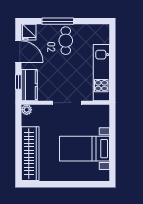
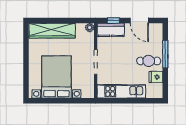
fridge: (29, 32) -> (156, 77), moved
door: (18, 52) -> (139, 21), hinge flipped
bed with nightstands: (84, 149) -> (56, 77), width x1.36

